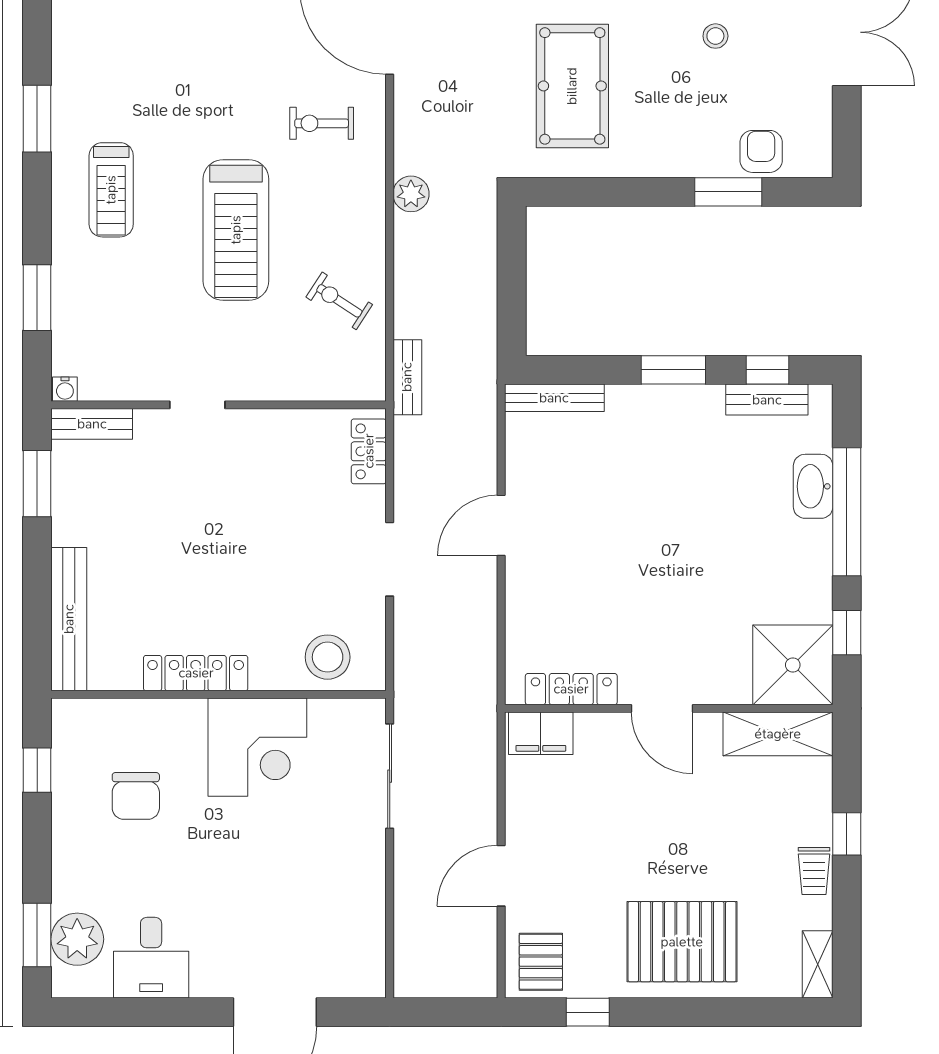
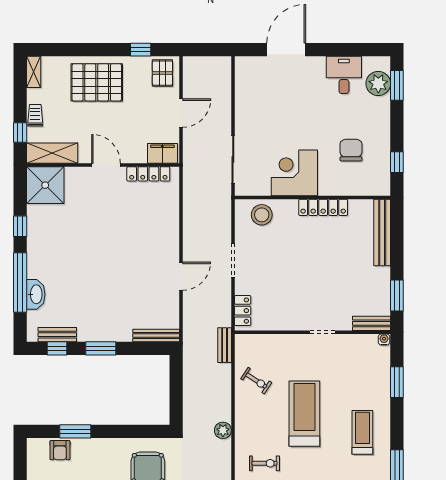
shower: (793, 665) -> (45, 185), moved
locker: (571, 689) -> (148, 174), moved
door: (662, 708) -> (106, 165), moved
wall: (669, 708) -> (103, 165), moved
filing cabinet: (541, 733) -> (162, 153), moved
shelving: (778, 734) -> (52, 153), moved

